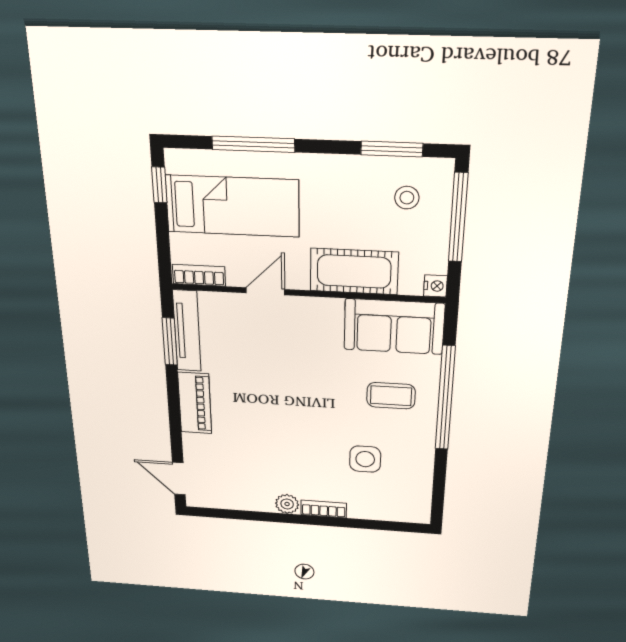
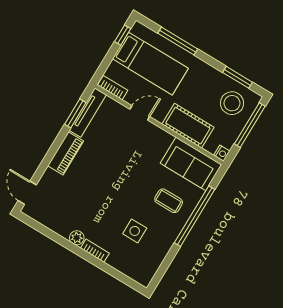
stool: (407, 198) -> (232, 103), width x1.89, depth x1.89

